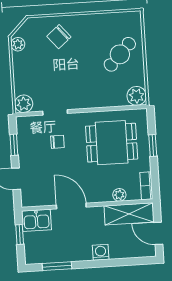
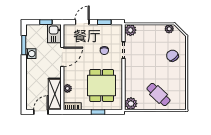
washing machine: (101, 252) -> (31, 54), moved

